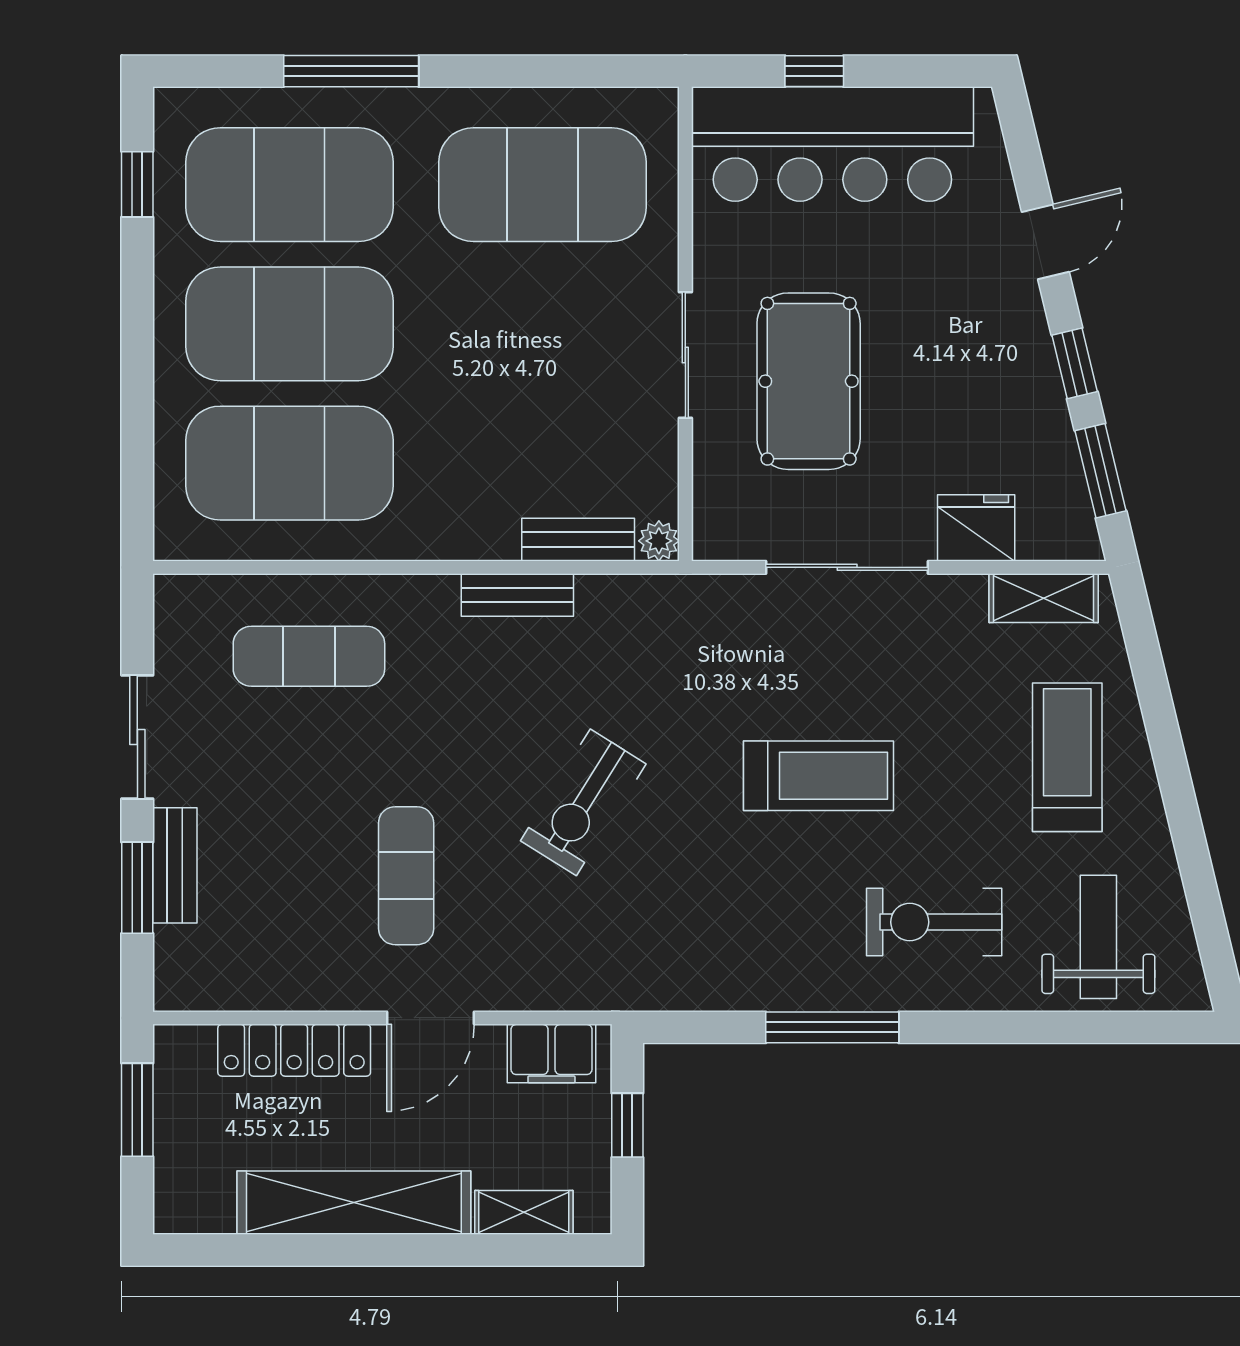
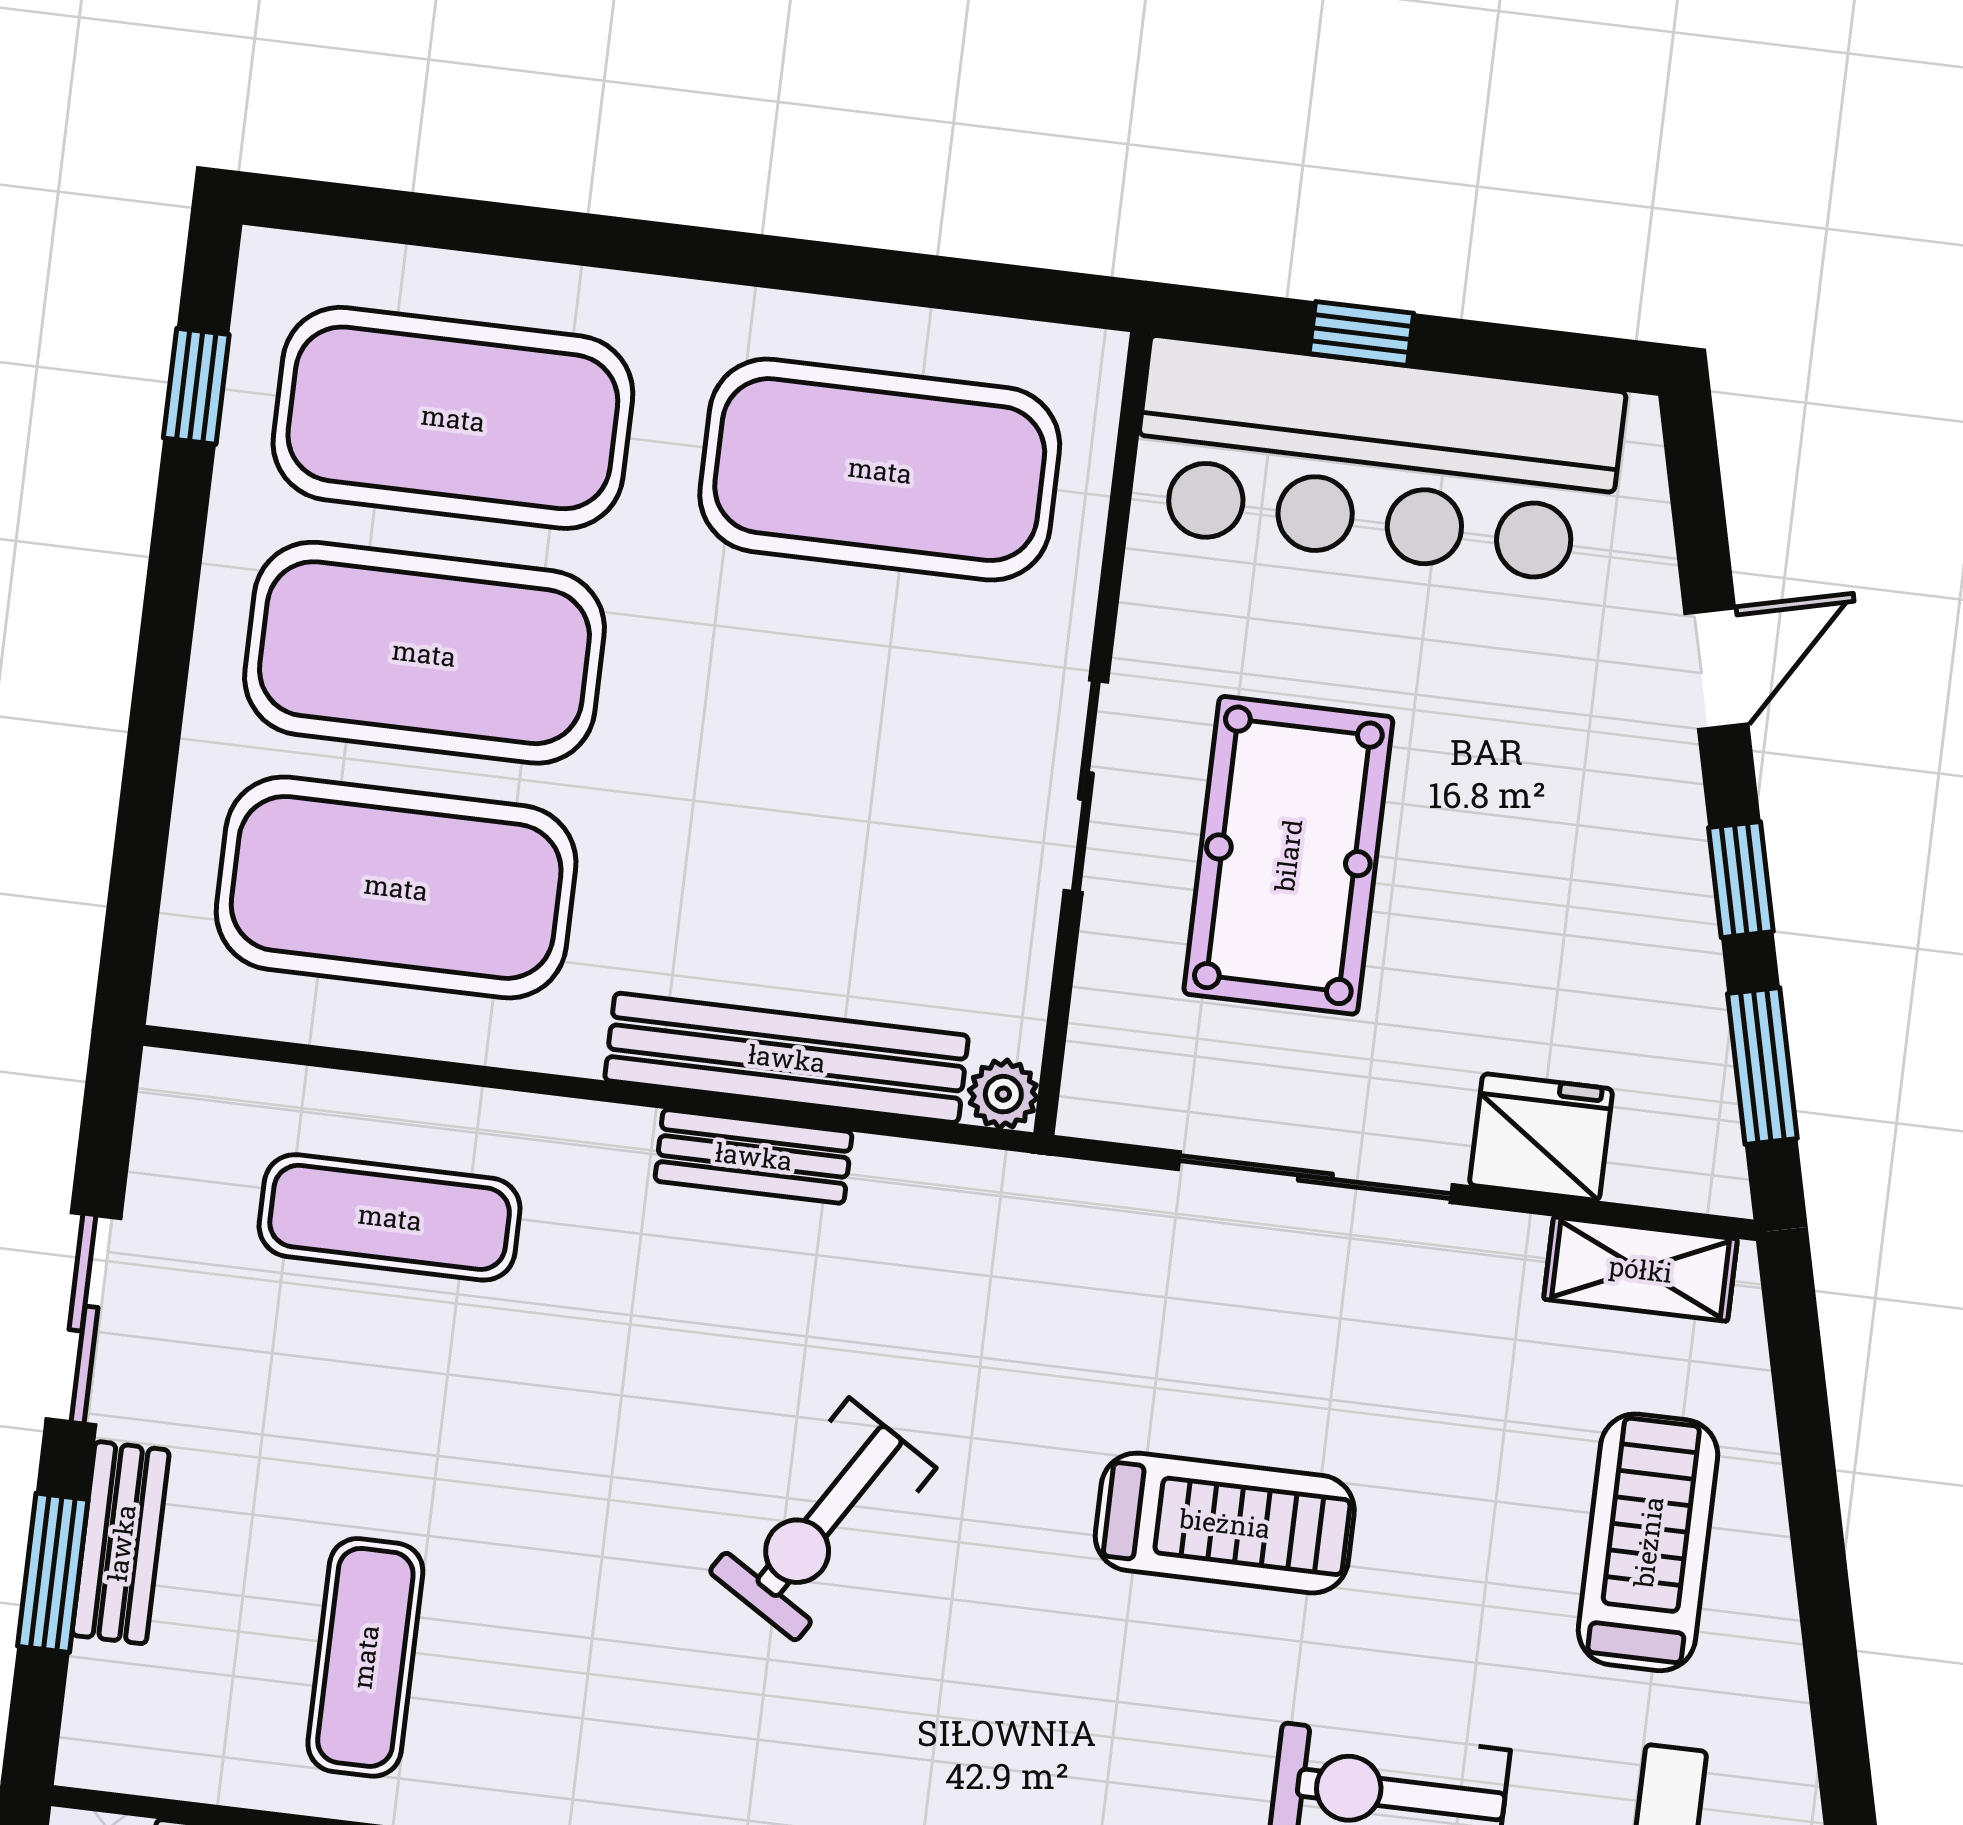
window: (351, 71) -> (580, 239), removed
bench: (578, 540) -> (787, 1058), width x1.86, depth x1.21
exercise mat: (406, 876) -> (365, 1657), moved

